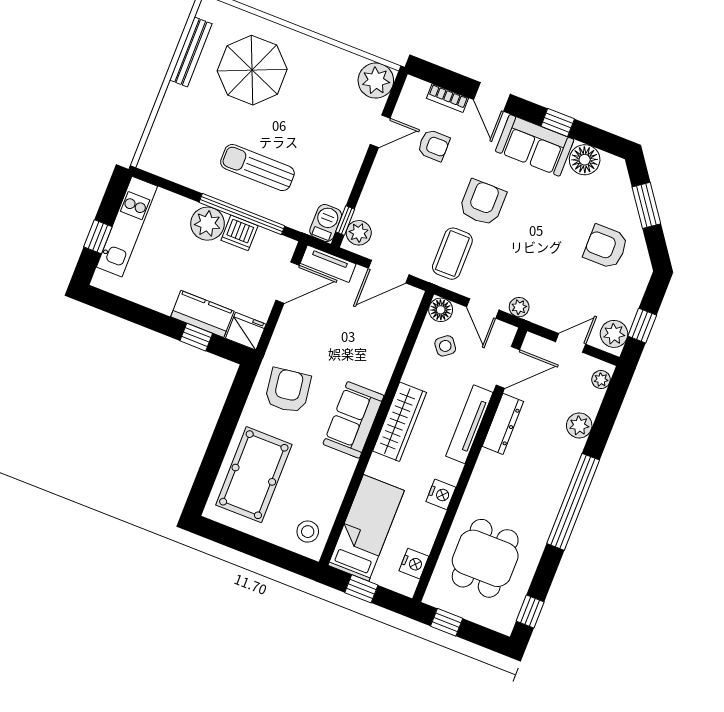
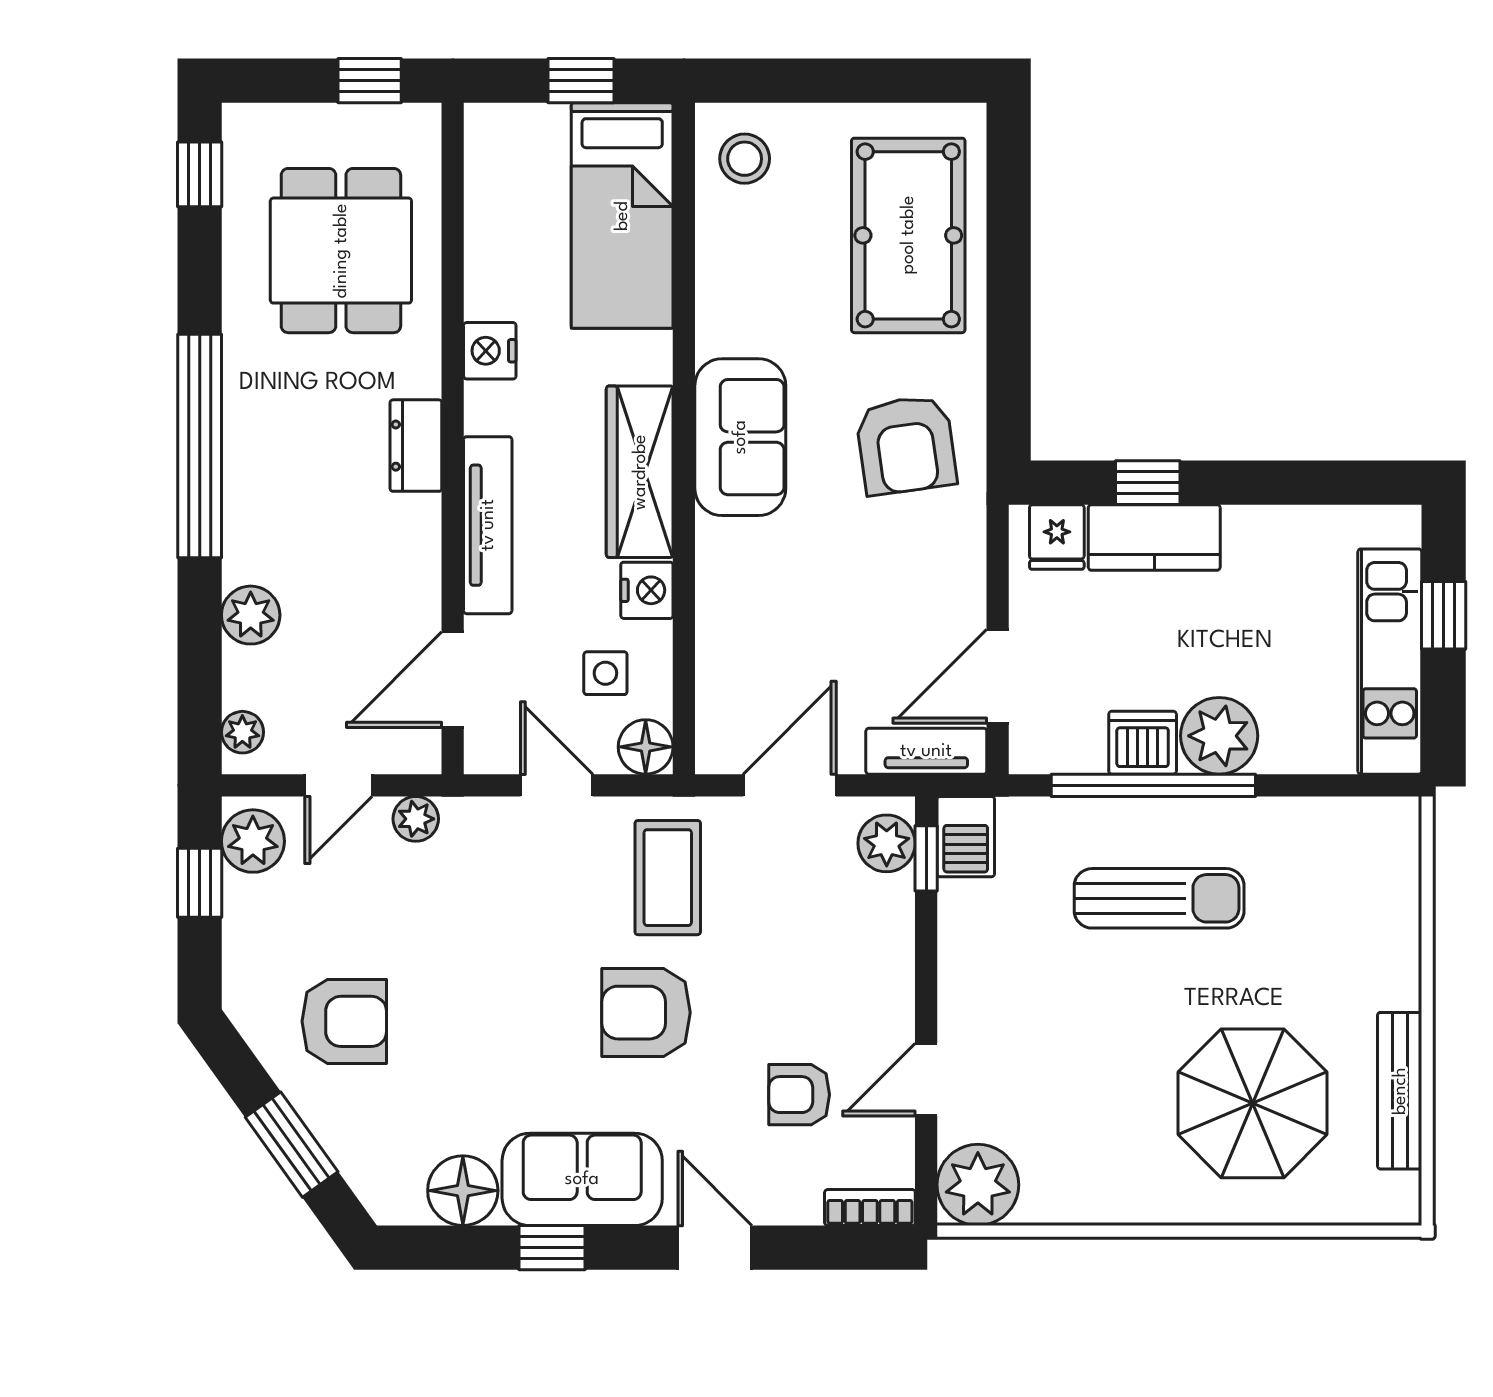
bookcase: (448, 98) -> (870, 1208), moved
armchair: (483, 203) -> (646, 1013), turned 90
plant: (519, 307) -> (416, 819), moved
fridge: (246, 331) -> (1057, 537), width x0.72
side table: (445, 346) -> (605, 673), turned 38
dresser: (503, 424) -> (416, 446), moved, width x0.70
nightstand: (414, 564) -> (647, 590), moved, turned 180

